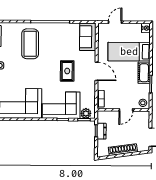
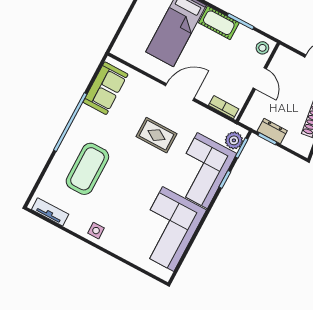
door: (115, 22) -> (121, 26), removed
sofa: (88, 37) -> (105, 88), moved, turned -90
coffee table: (30, 44) -> (87, 169), turned 90

